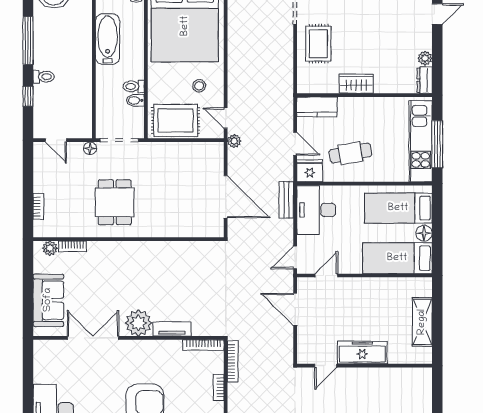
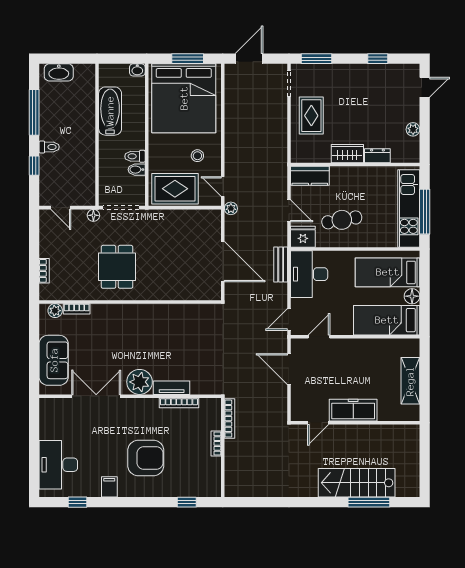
dresser: (425, 80) -> (377, 156), moved, turned 90
bookcase: (203, 345) -> (179, 403), moved

